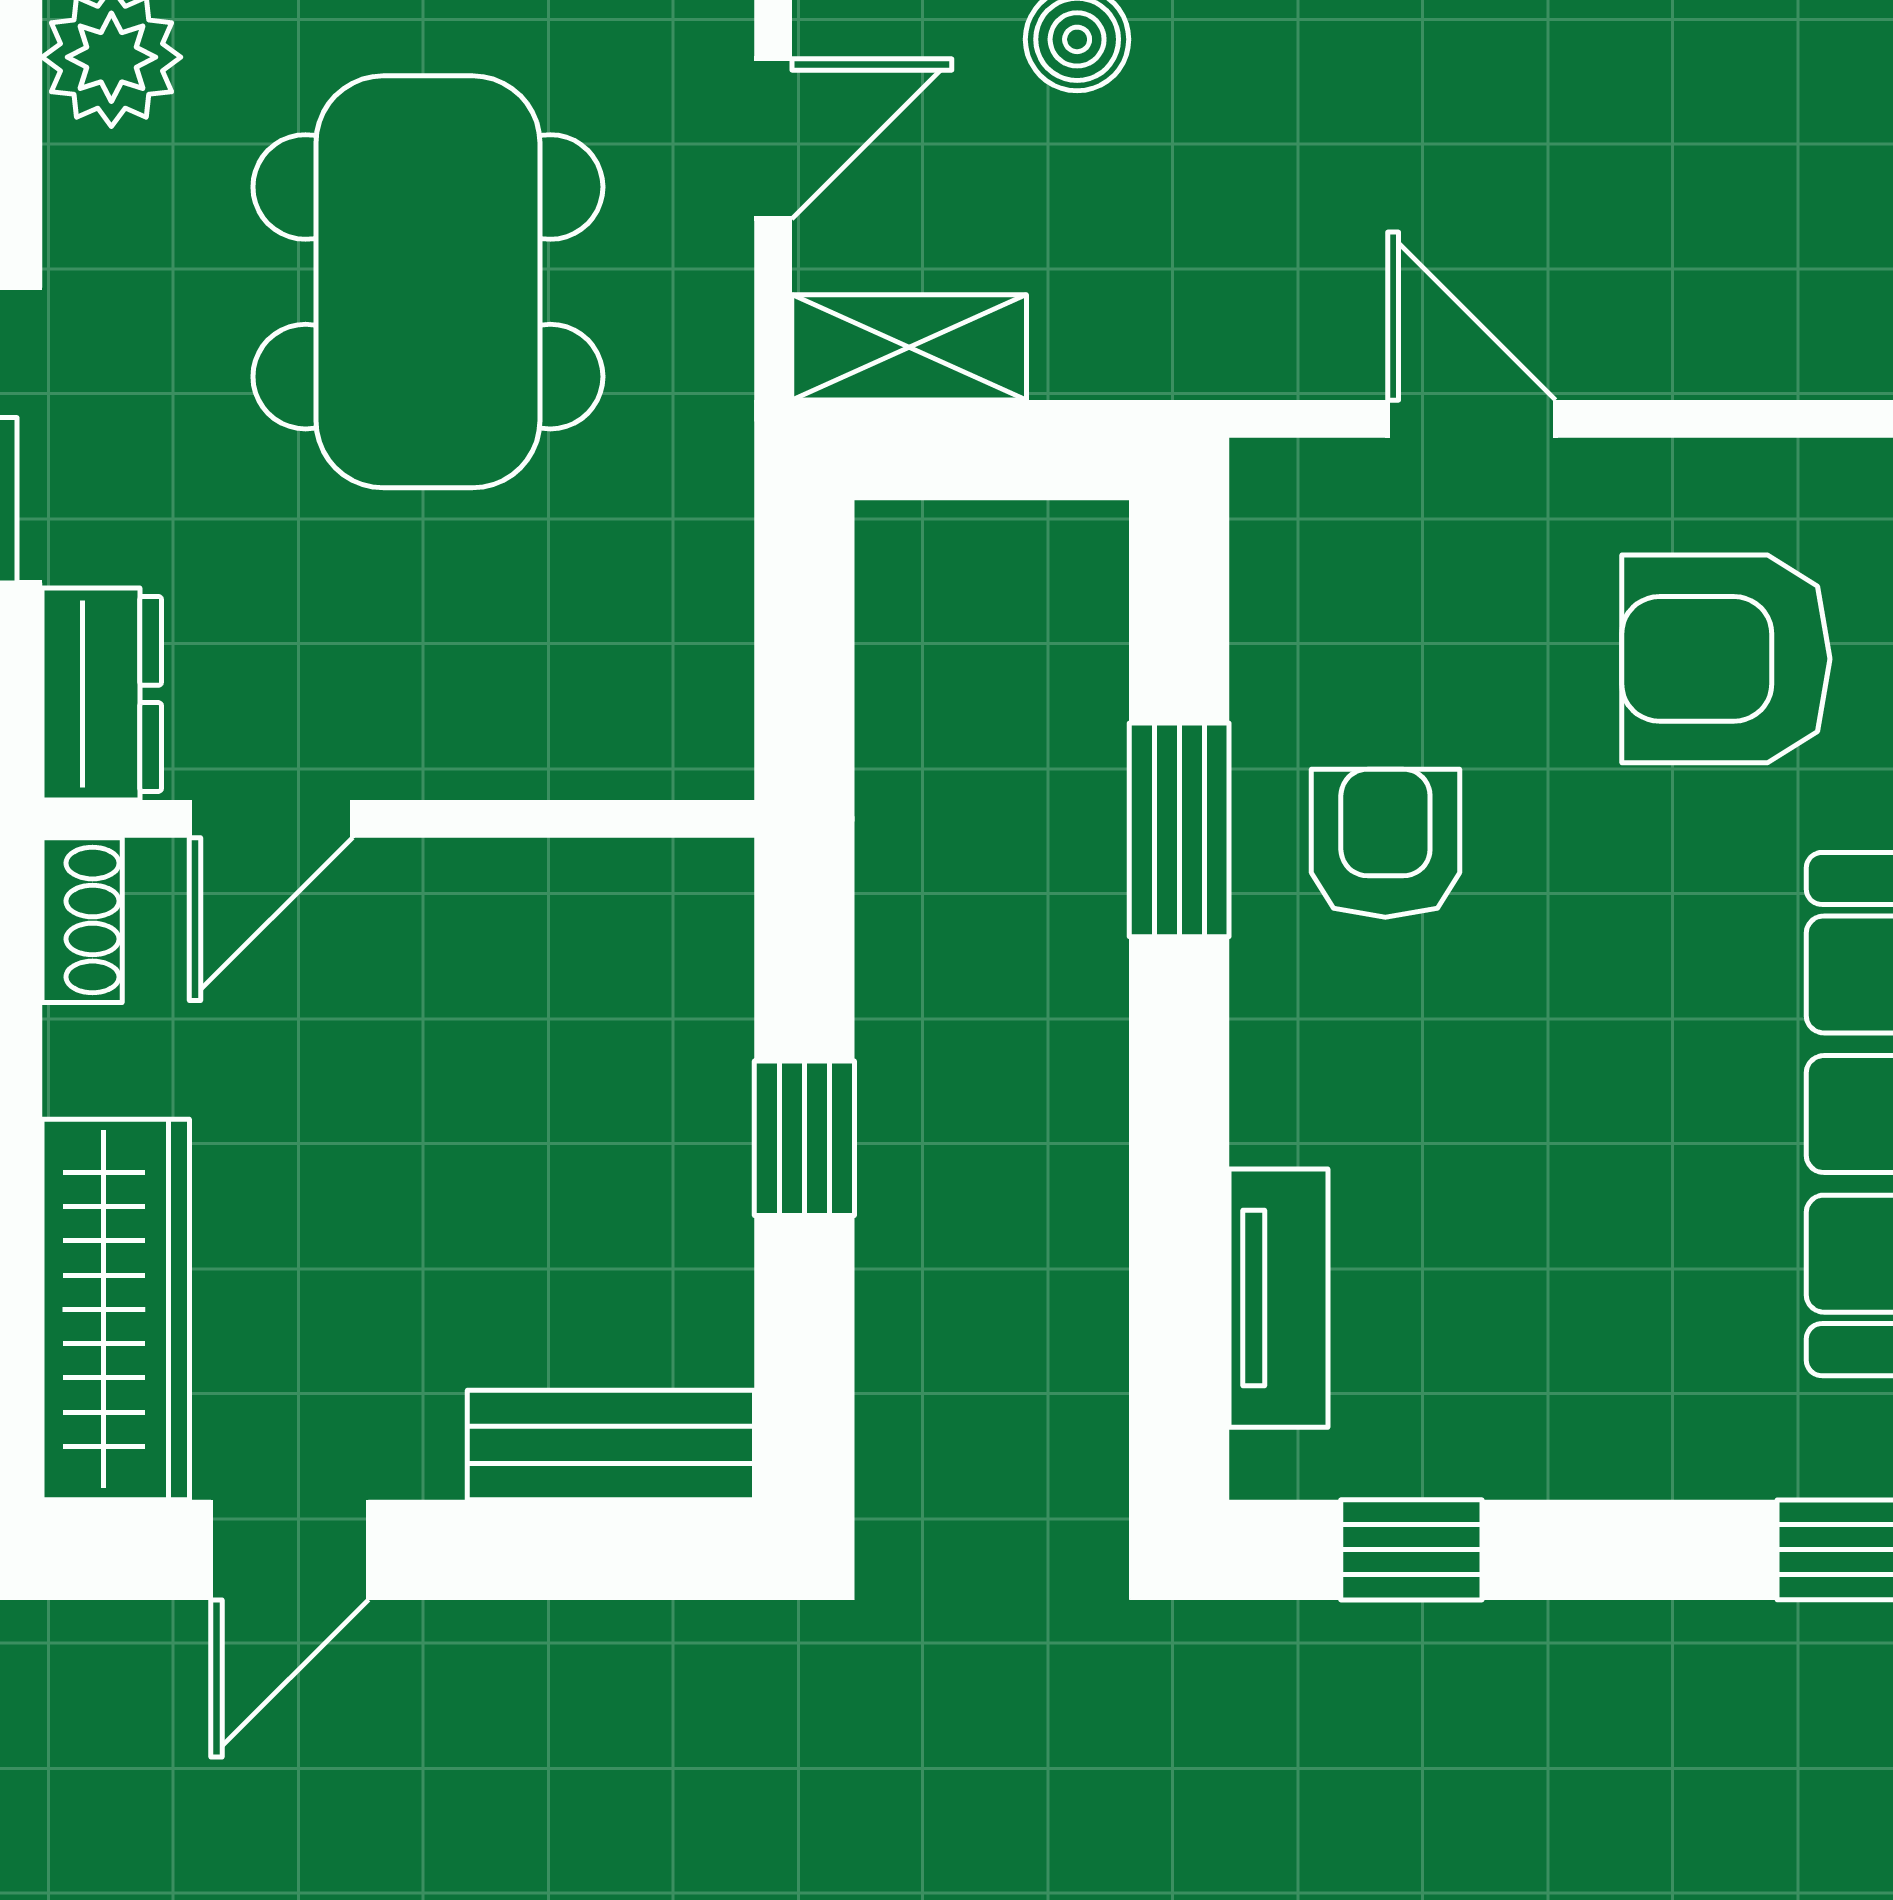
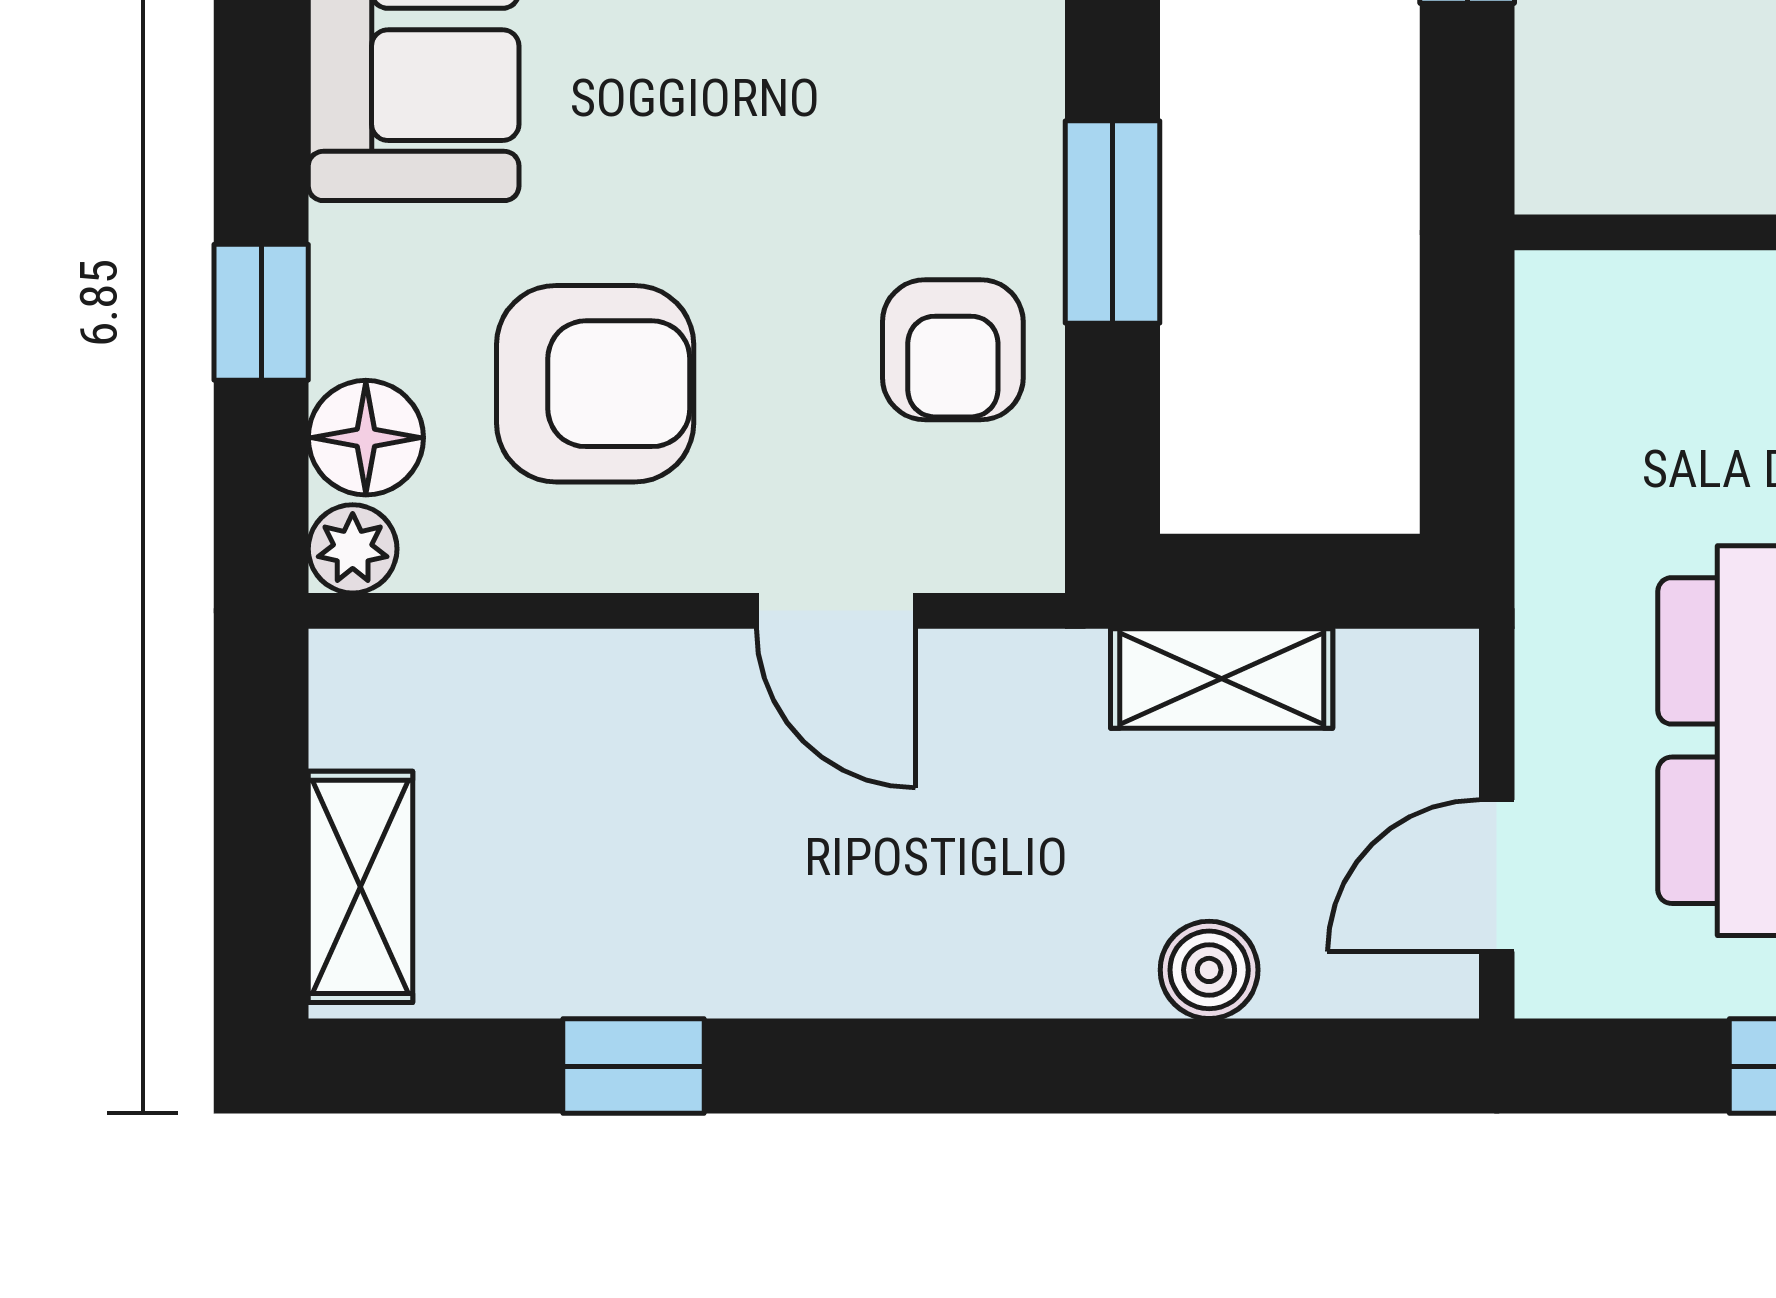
shelving: (909, 347) -> (1222, 678), moved
armchair: (1385, 843) -> (953, 350), moved

